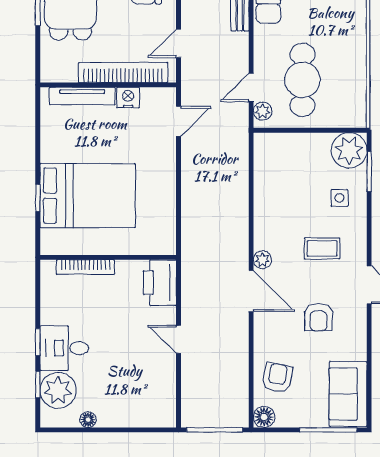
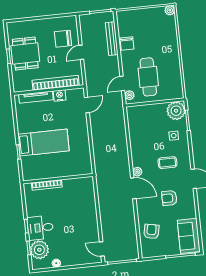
door: (179, 43) -> (81, 52), moved
bed: (88, 196) -> (43, 143), width x0.67
printer: (160, 283) -> (86, 189), removed
armchair: (318, 317) -> (169, 198), turned 90
door: (179, 339) -> (102, 249), moved
floor lamp: (264, 417) -> (147, 252), removed

